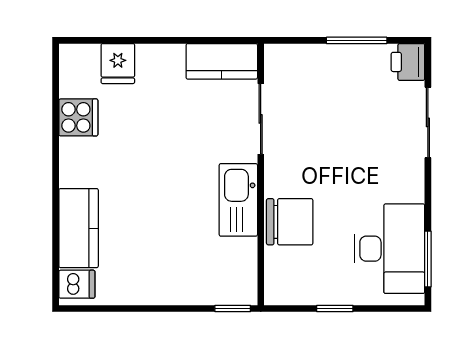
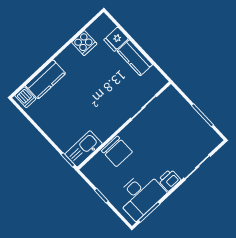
kitchen counter: (222, 61) -> (135, 58), moved
printer: (408, 62) -> (169, 180), moved
kitchen sink: (238, 200) -> (84, 149), moved

